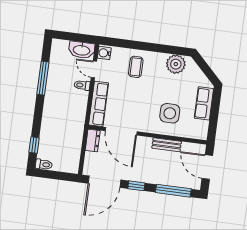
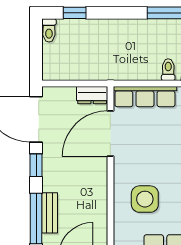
bench: (167, 145) -> (50, 213), moved

